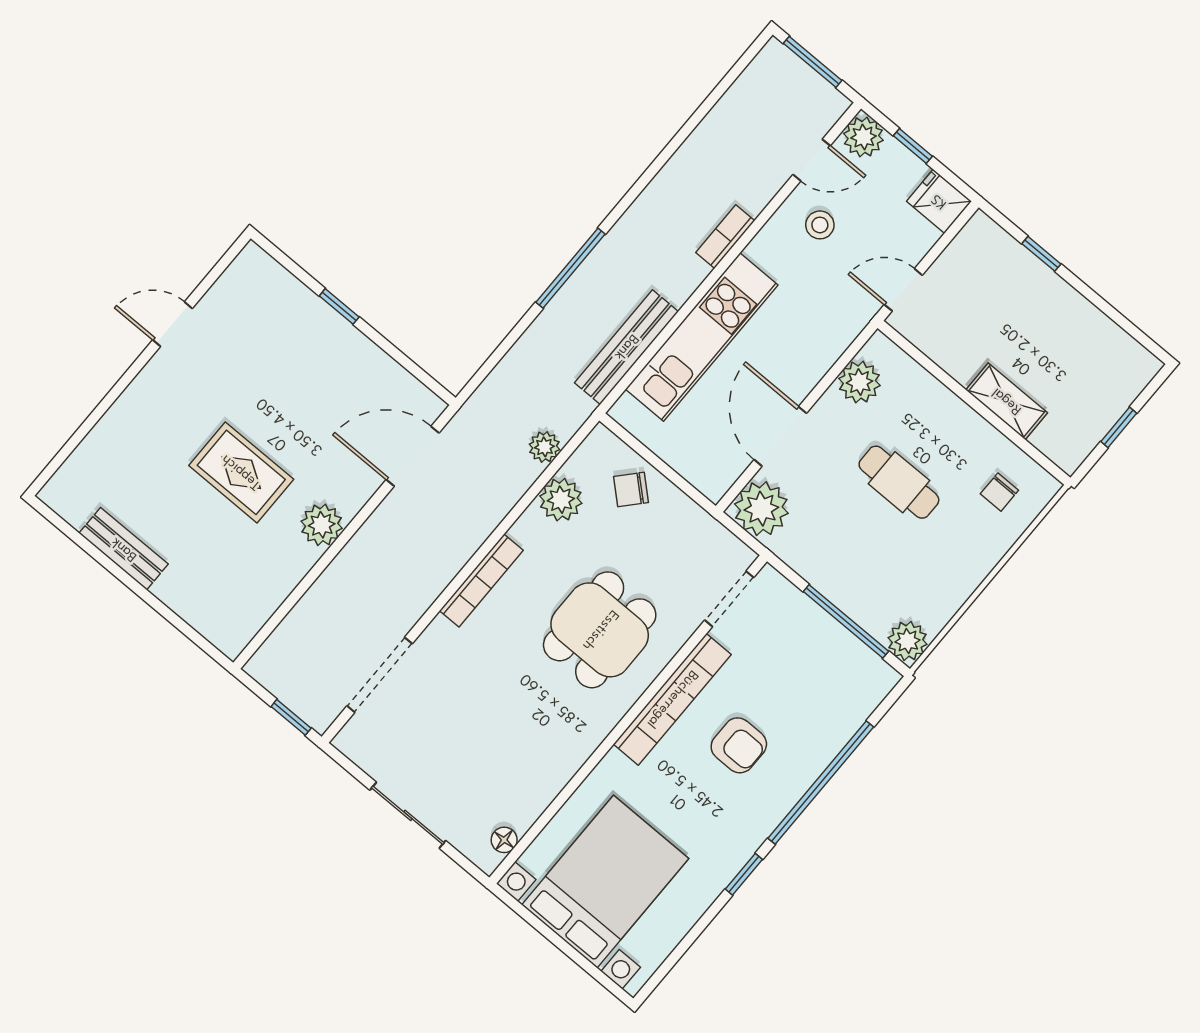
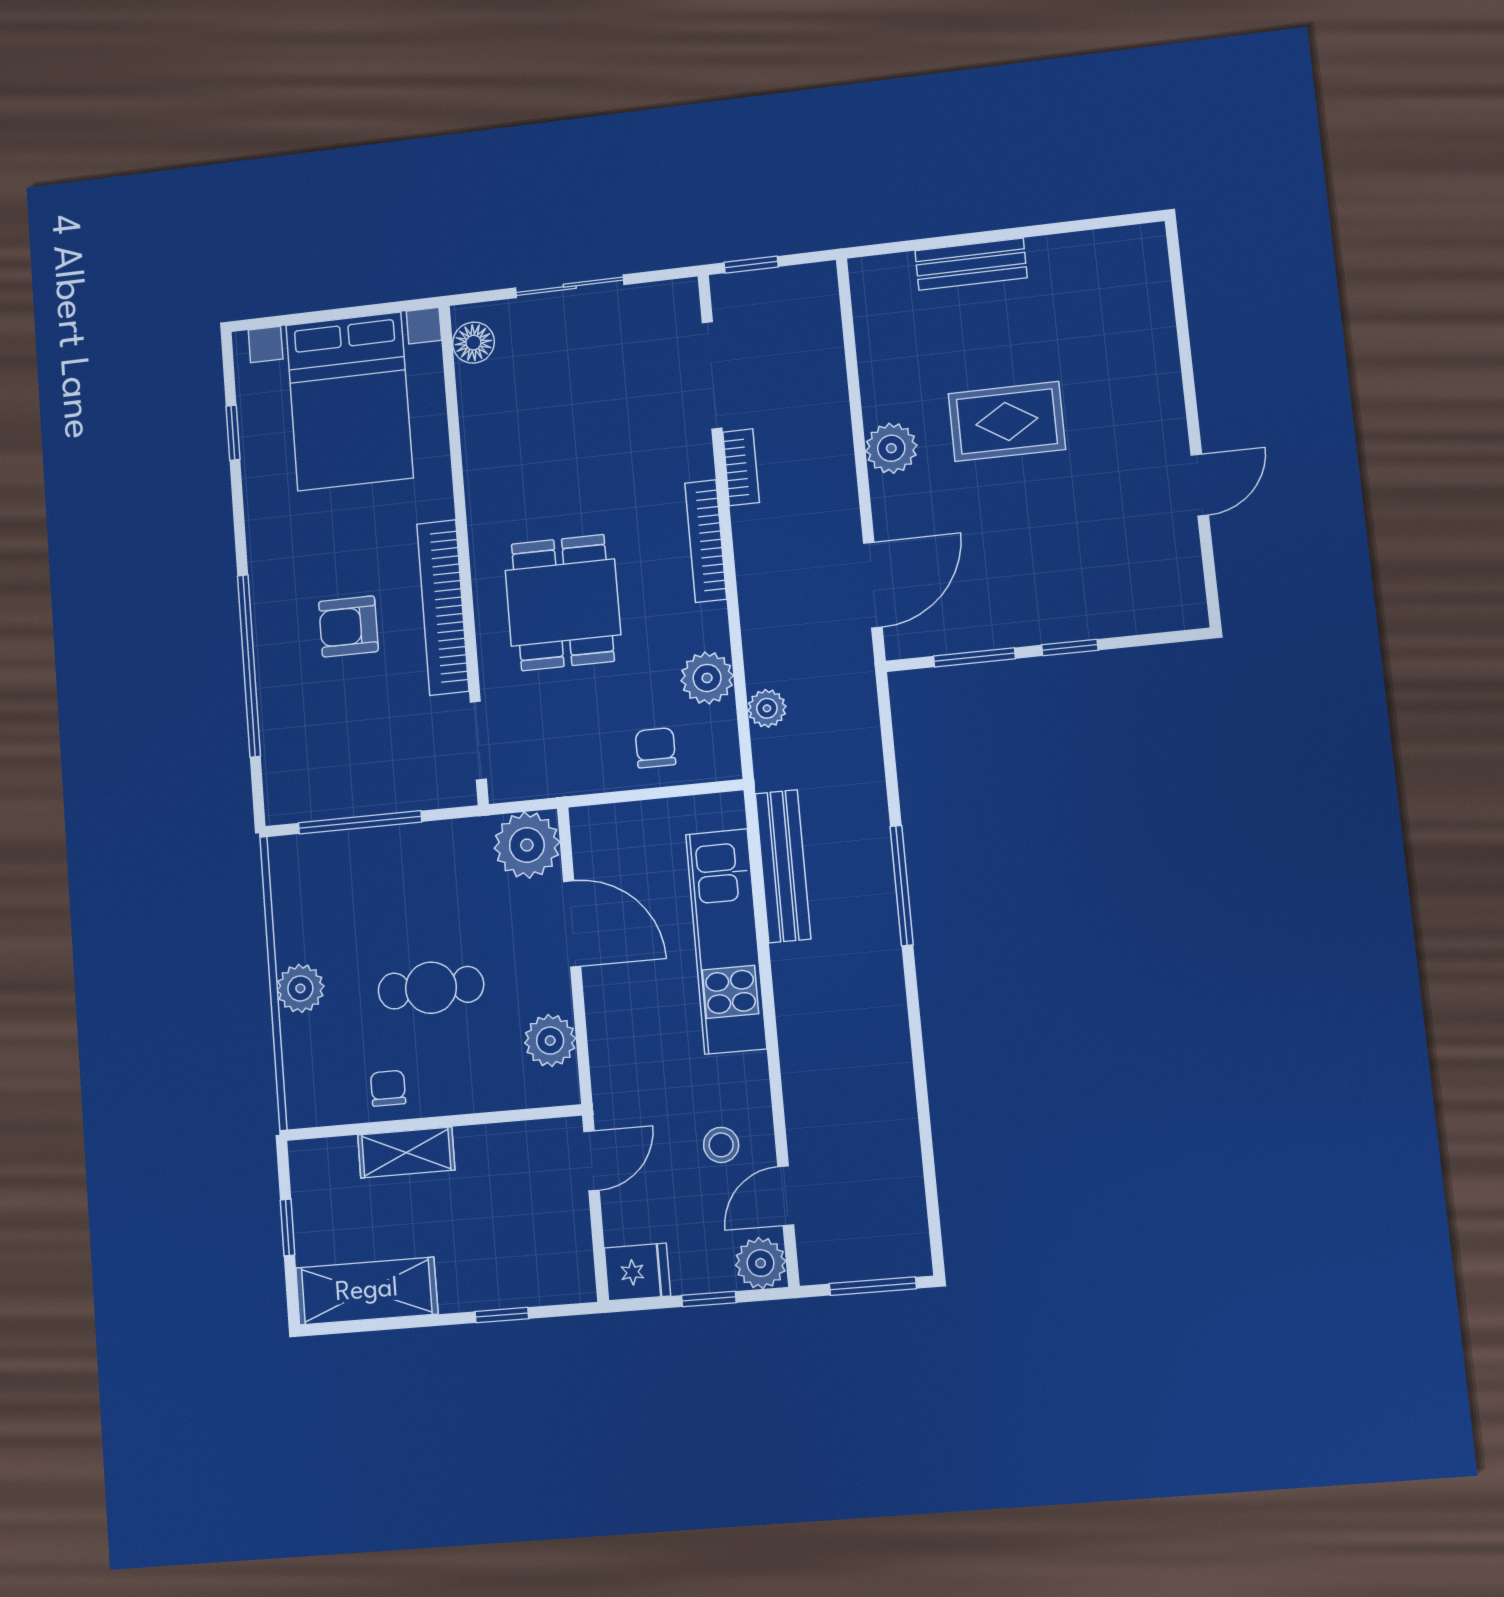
bookcase: (725, 237) -> (741, 467), moved
shelving: (1107, 345) -> (367, 1291), added
window: (398, 356) -> (974, 657), added
chair: (631, 489) -> (655, 748), turned -42
chair: (999, 492) -> (388, 1088), moved
bench: (124, 549) -> (971, 264), moved
plant: (908, 641) -> (300, 988), moved
floor lamp: (504, 840) -> (473, 343), width x1.37, depth x1.37
window: (744, 874) -> (233, 433), moved

